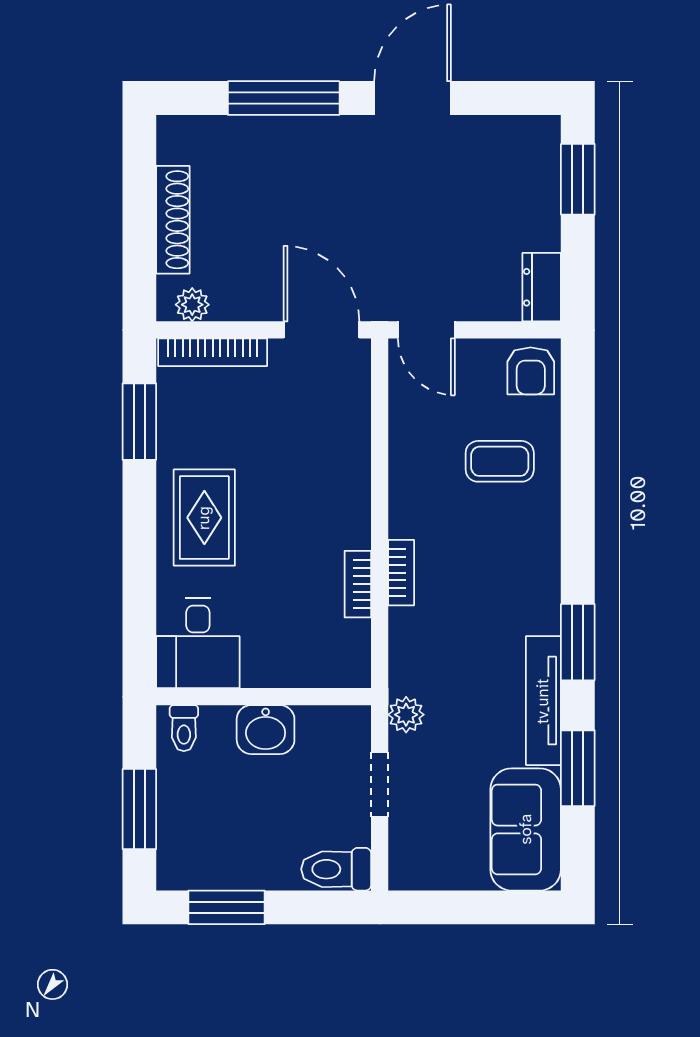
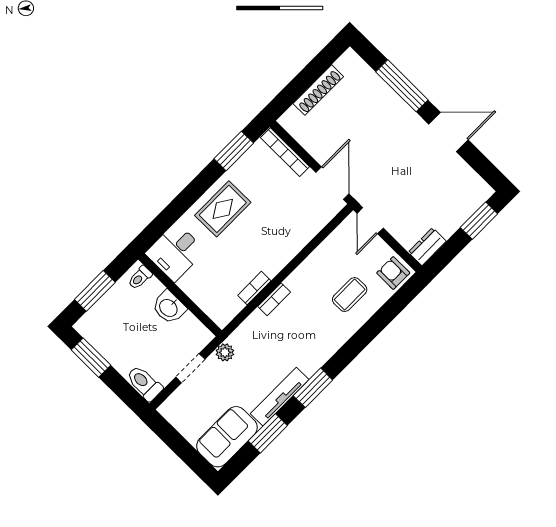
plant: (192, 305) -> (295, 128), removed
armchair: (531, 371) -> (393, 273), turned 90
coffee table: (500, 461) -> (350, 295), turned 90

